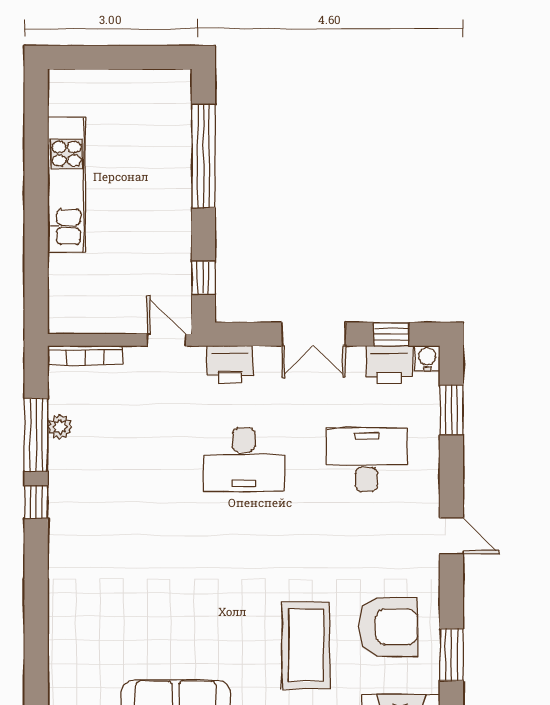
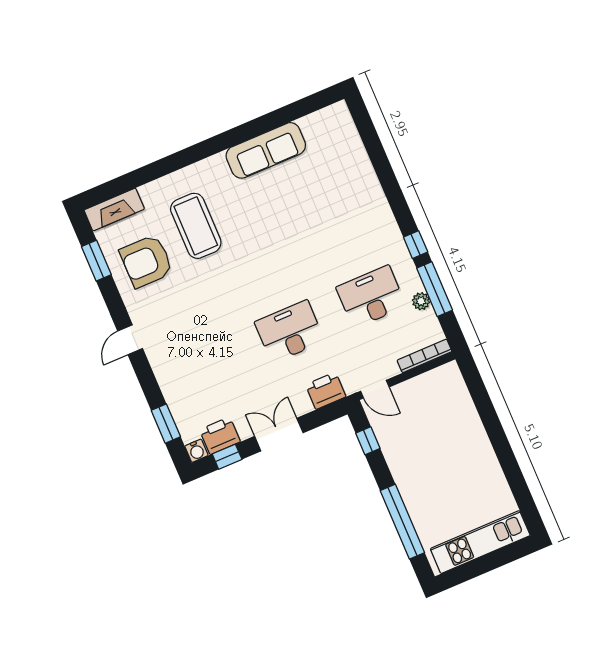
kitchen unit: (67, 185) -> (480, 542), moved, turned 90
desk: (366, 460) -> (371, 297), moved, turned 180
door: (451, 536) -> (130, 340), hinge flipped

